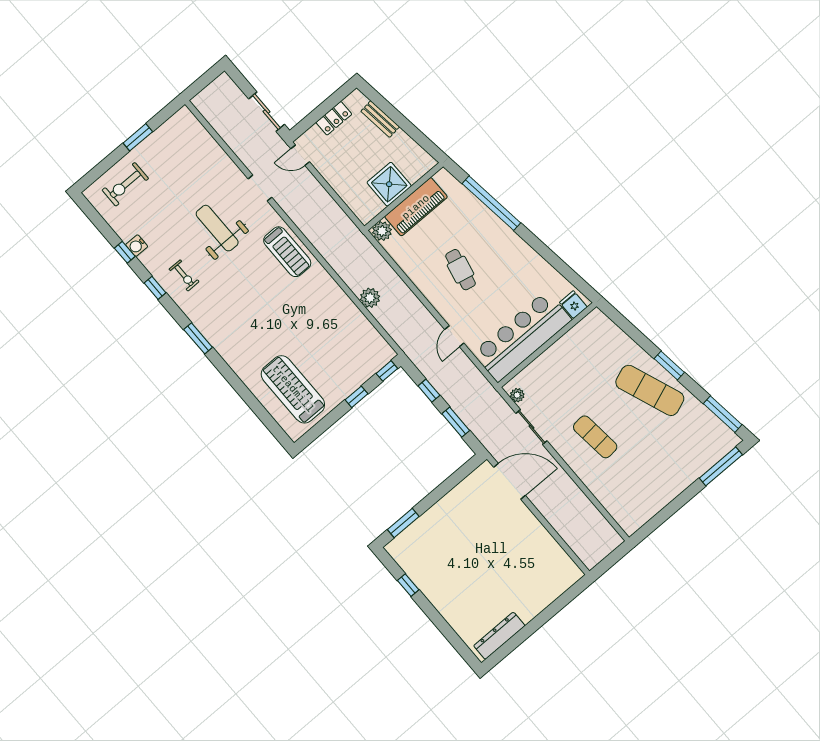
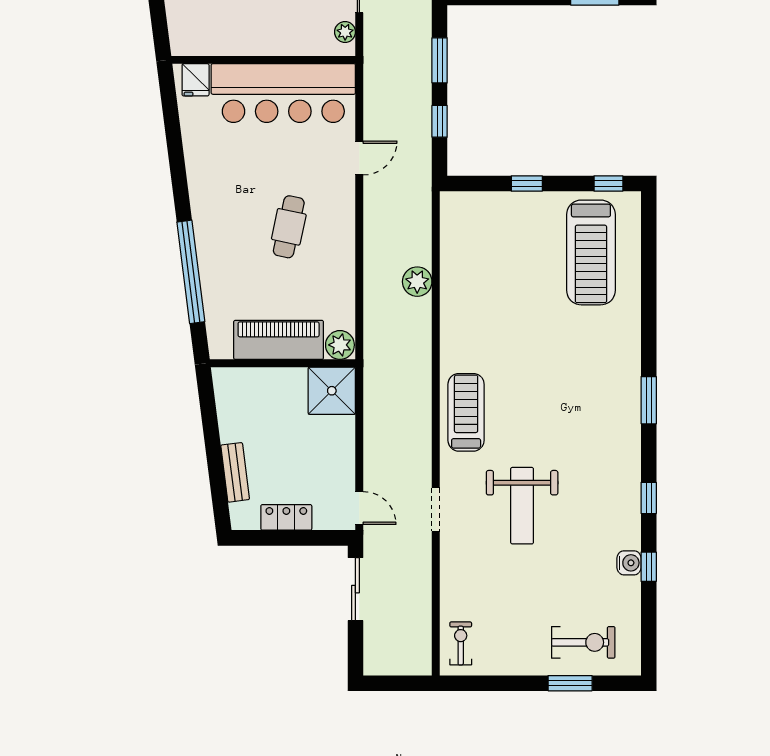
window: (138, 137) -> (570, 683), moved
shower: (389, 184) -> (332, 391), moved
exercise bike: (184, 275) -> (461, 643), moved
window: (387, 371) -> (608, 184), moved

